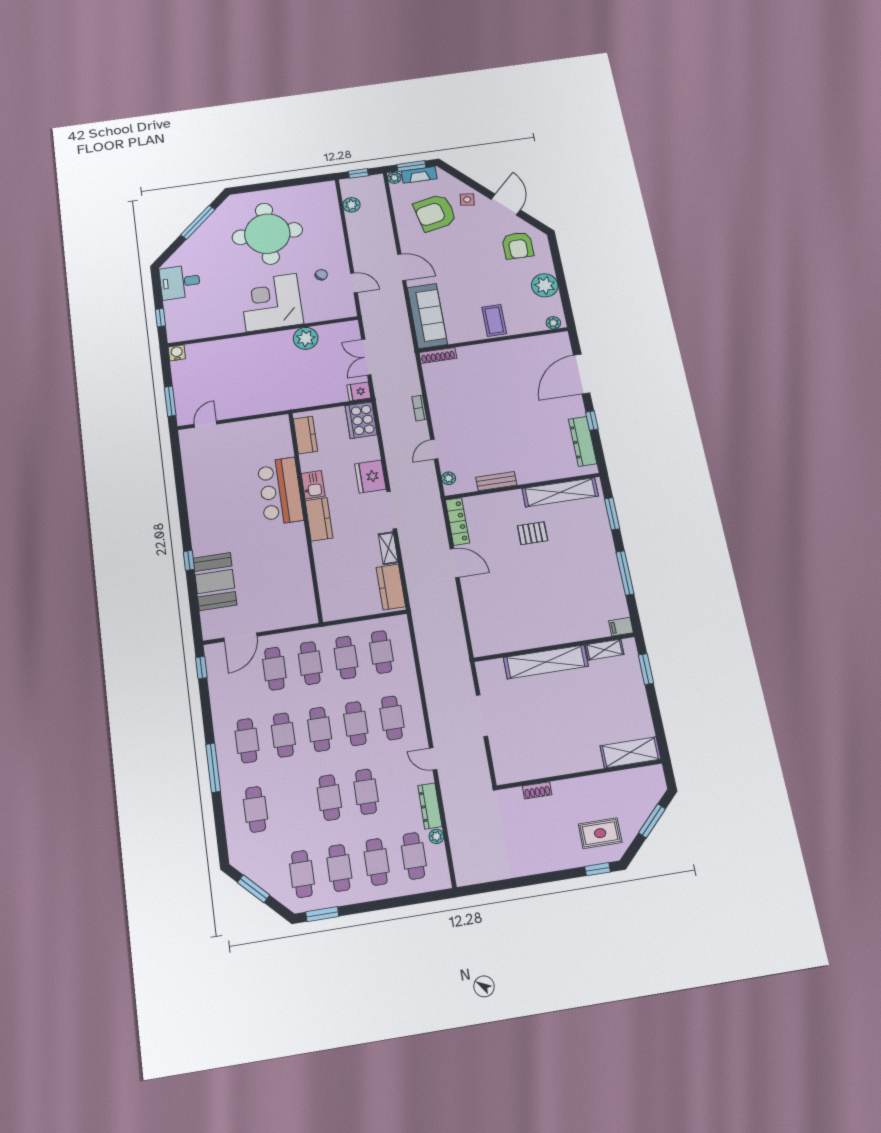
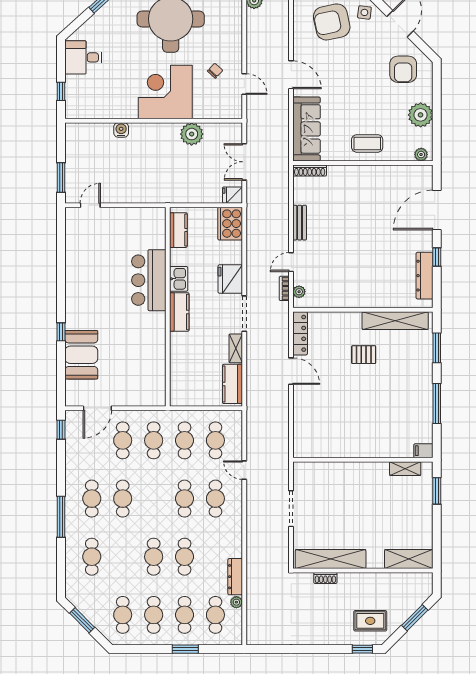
coffee table: (494, 320) -> (367, 143), turned 90
water cooler: (177, 353) -> (121, 130), moved
bookcase: (419, 408) -> (284, 288), moved
bench: (496, 481) -> (300, 223), moved, turned 90
shelving: (546, 662) -> (331, 559), moved
cafe table: (320, 729) -> (154, 499), removed
door: (433, 759) -> (244, 470), moved
window: (322, 914) -> (185, 649), moved

